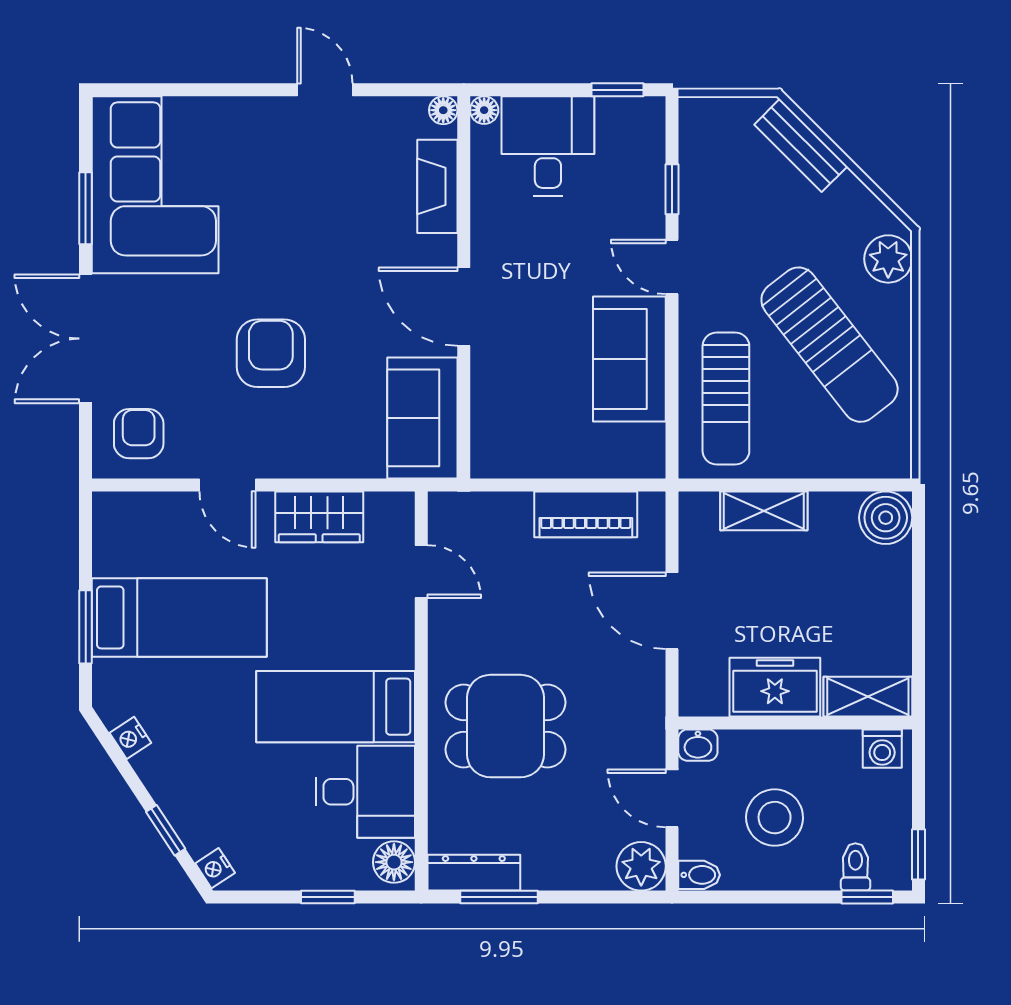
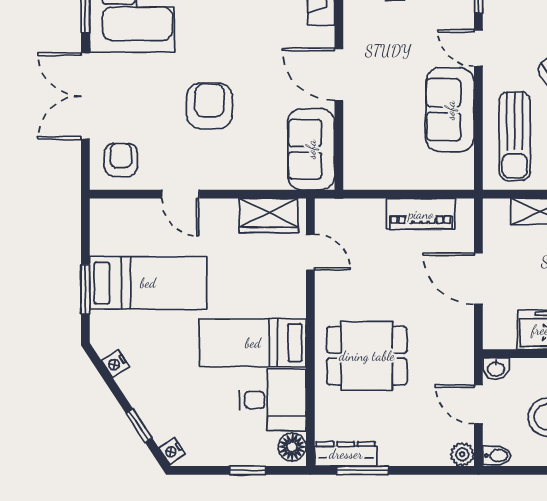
wardrobe: (319, 517) -> (269, 215), moved
plant: (641, 866) -> (462, 454), width x0.73, depth x0.73

